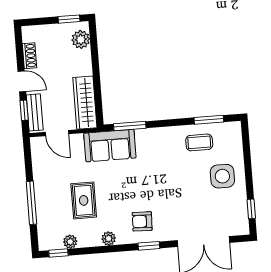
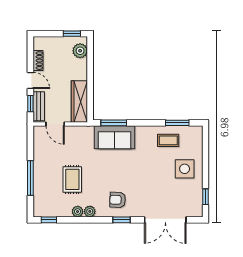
sofa: (110, 146) -> (115, 137), moved
plant: (70, 242) -> (78, 212), moved

